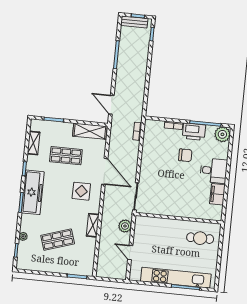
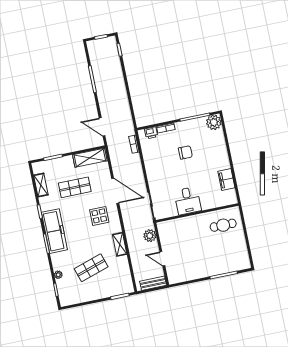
bench: (134, 22) -> (153, 283), moved
printer: (194, 132) -> (151, 133), moved, width x0.53, depth x0.68
desk: (214, 171) -> (188, 201), moved, turned 90
kitchen unit: (176, 278) -> (212, 269), removed

